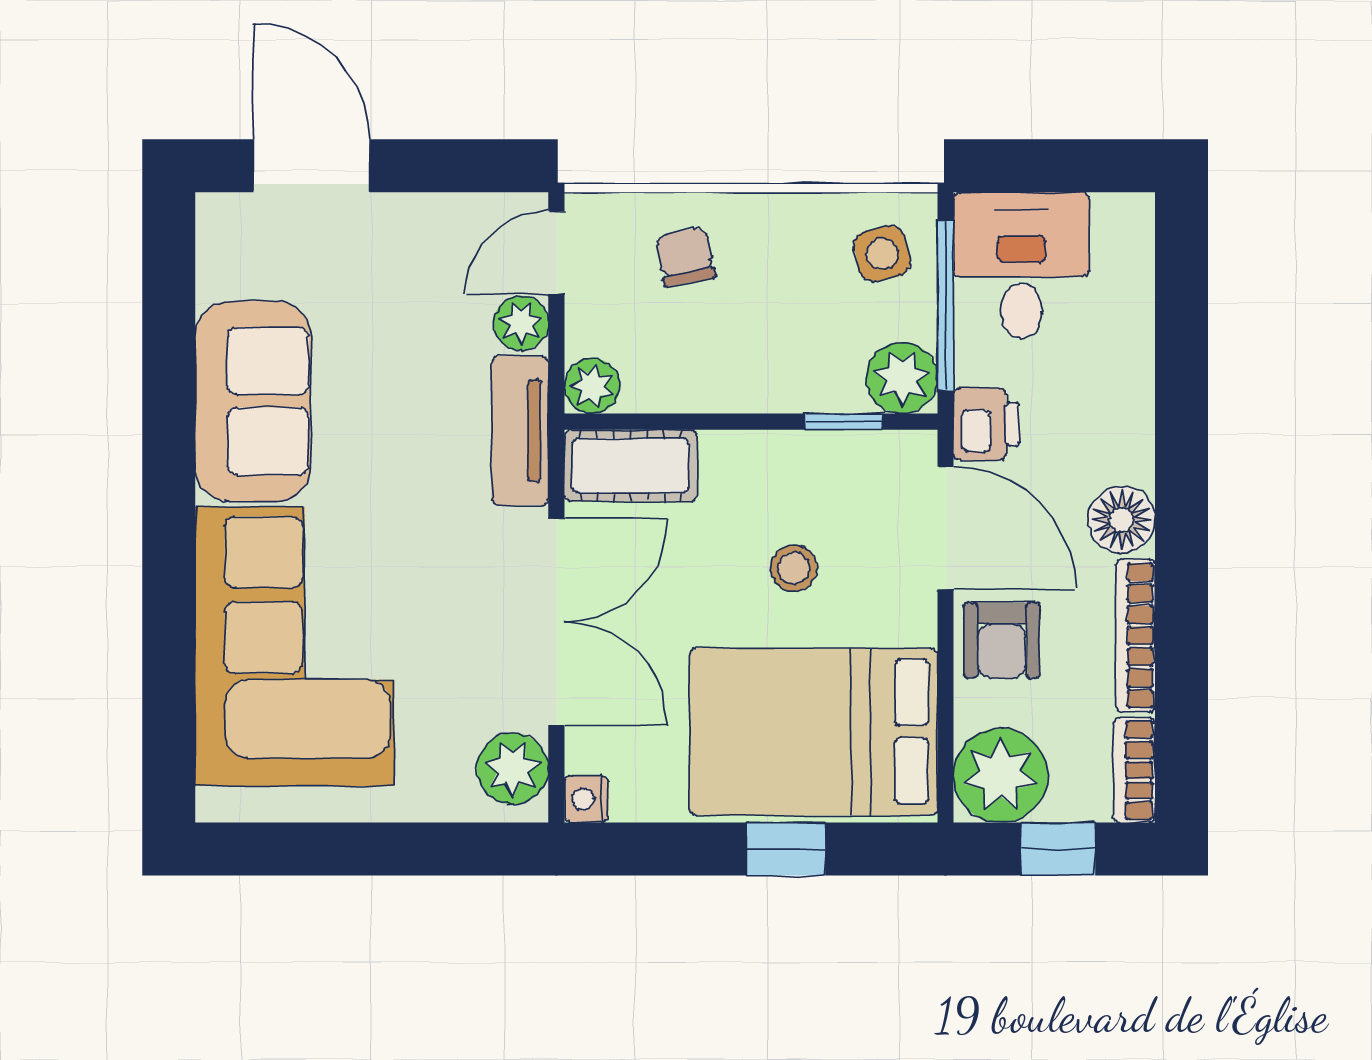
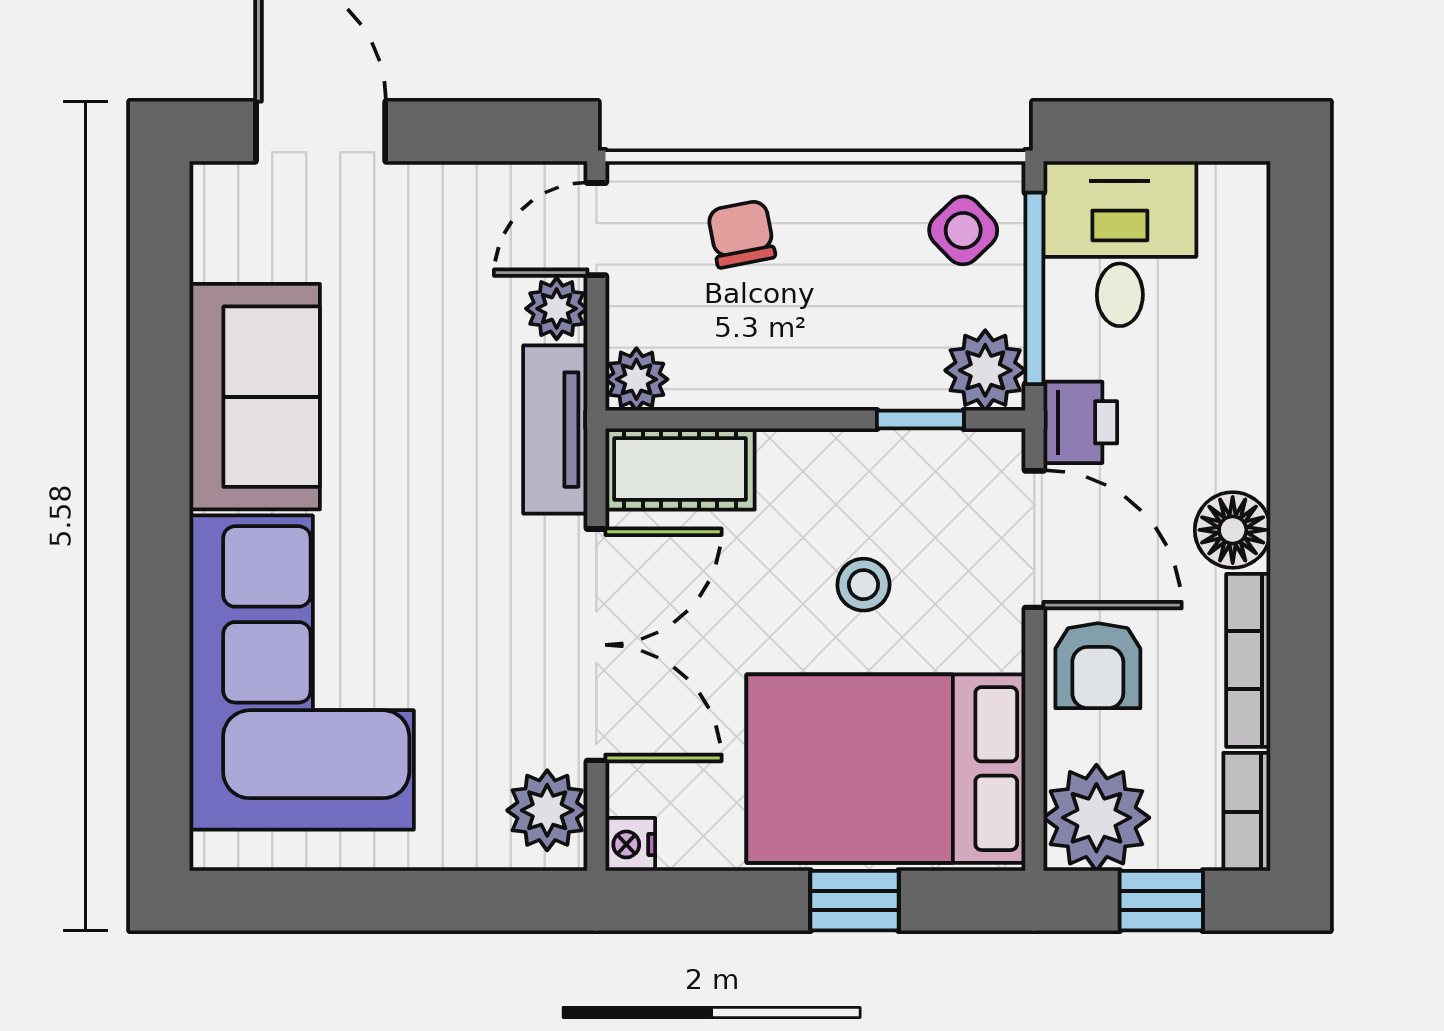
side table: (882, 254) -> (963, 230), turned -31

